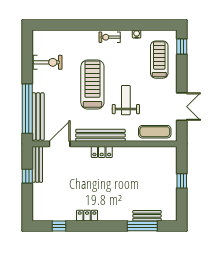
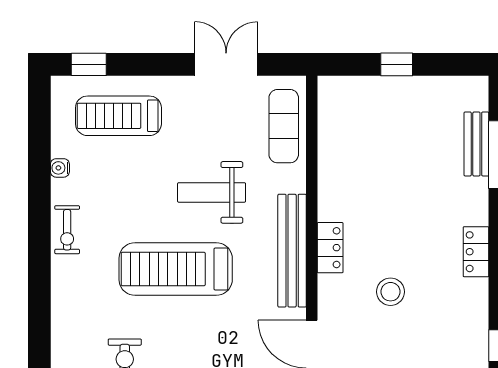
stool: (83, 178) -> (391, 292), added
locker: (87, 216) -> (476, 252), moved

